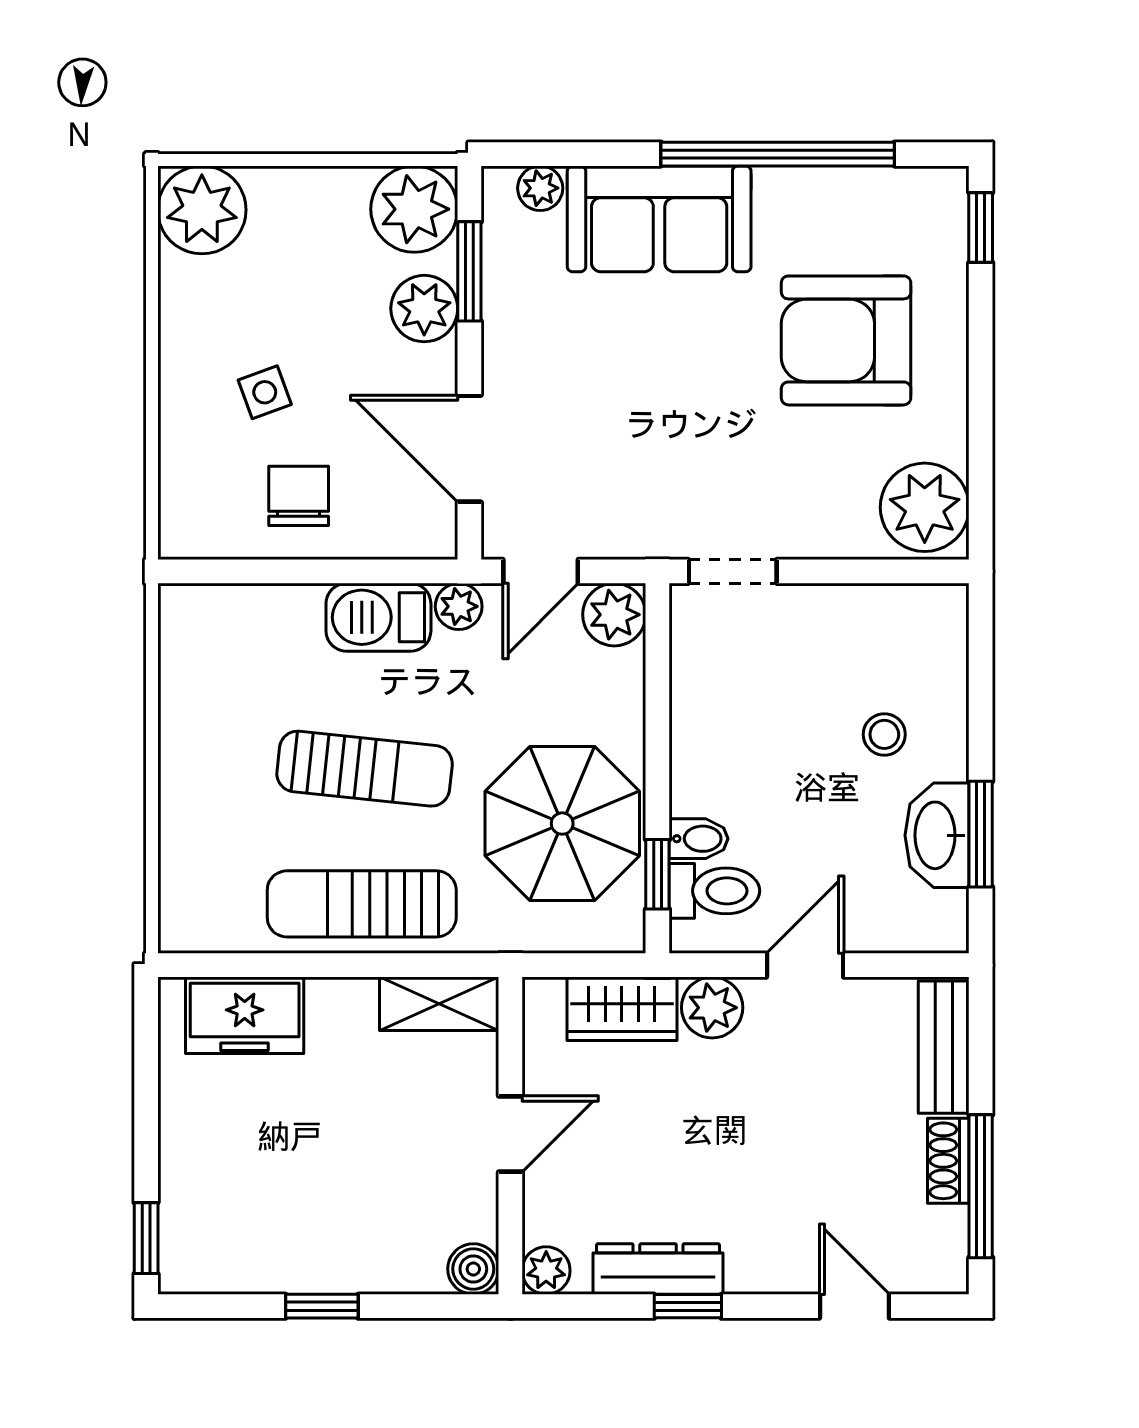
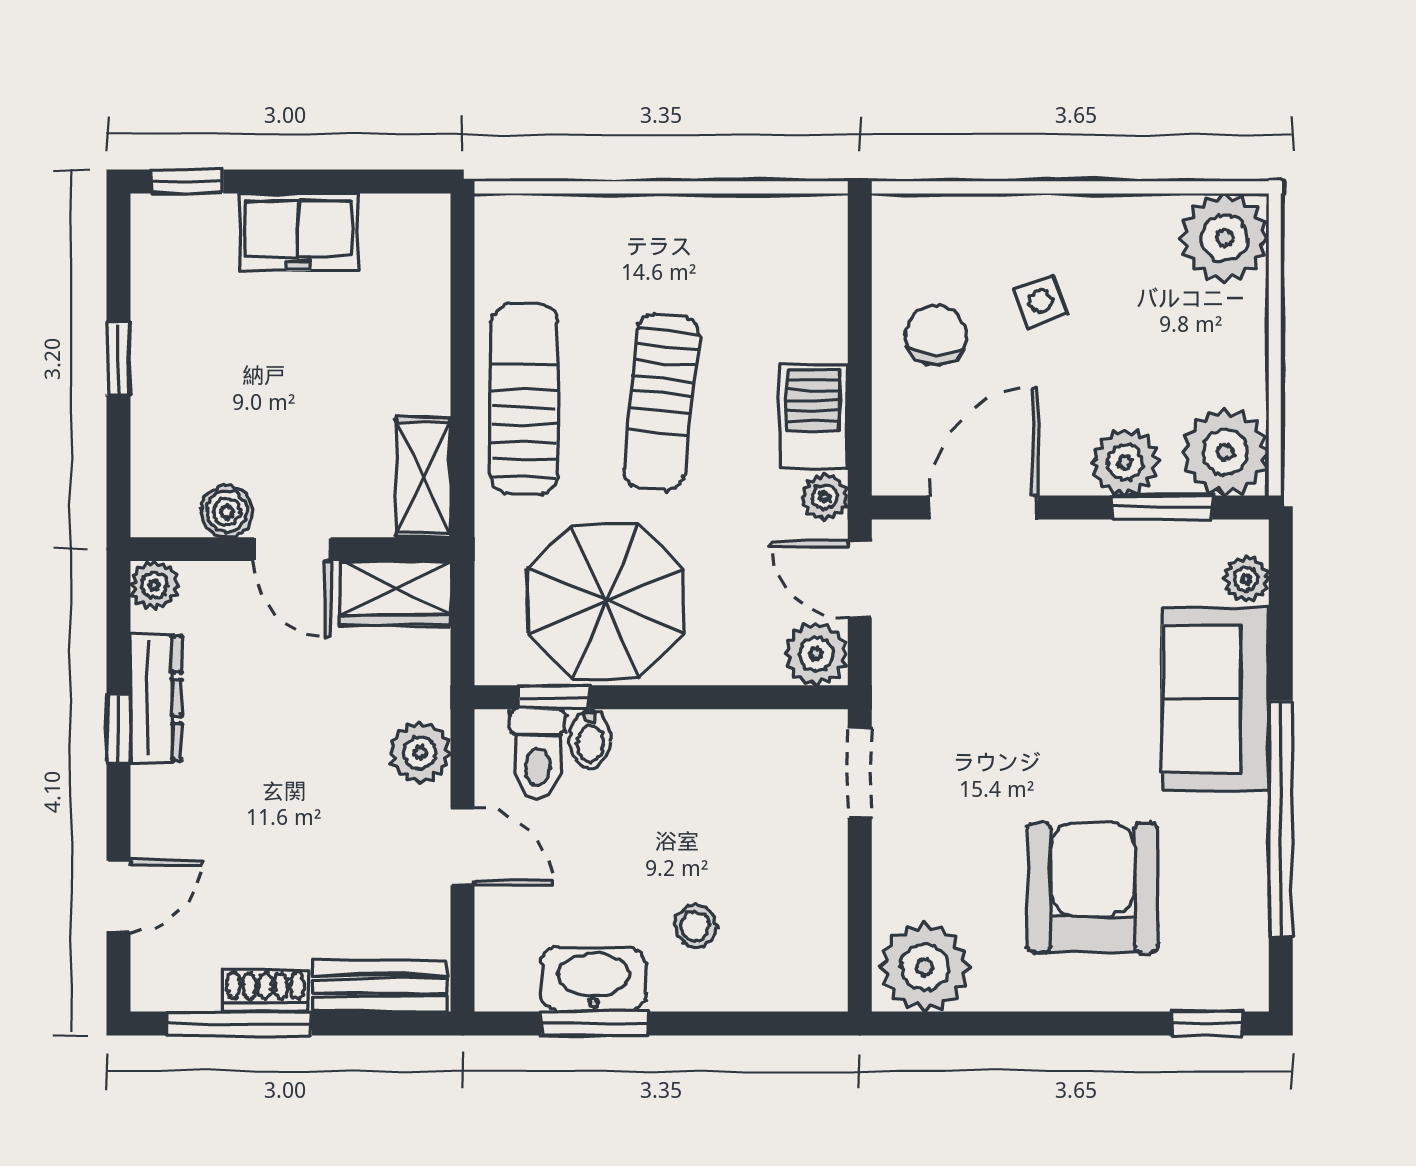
chair: (299, 496) -> (936, 335), turned -90
wardrobe: (622, 1009) -> (395, 593), moved, turned -90
freezer: (245, 1015) -> (298, 232), moved, turned -90
boiler: (473, 1269) -> (227, 512), moved

